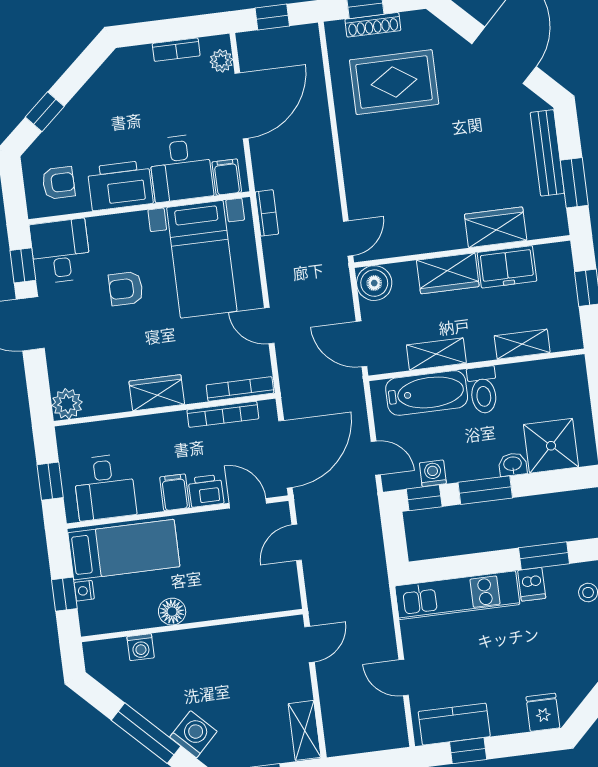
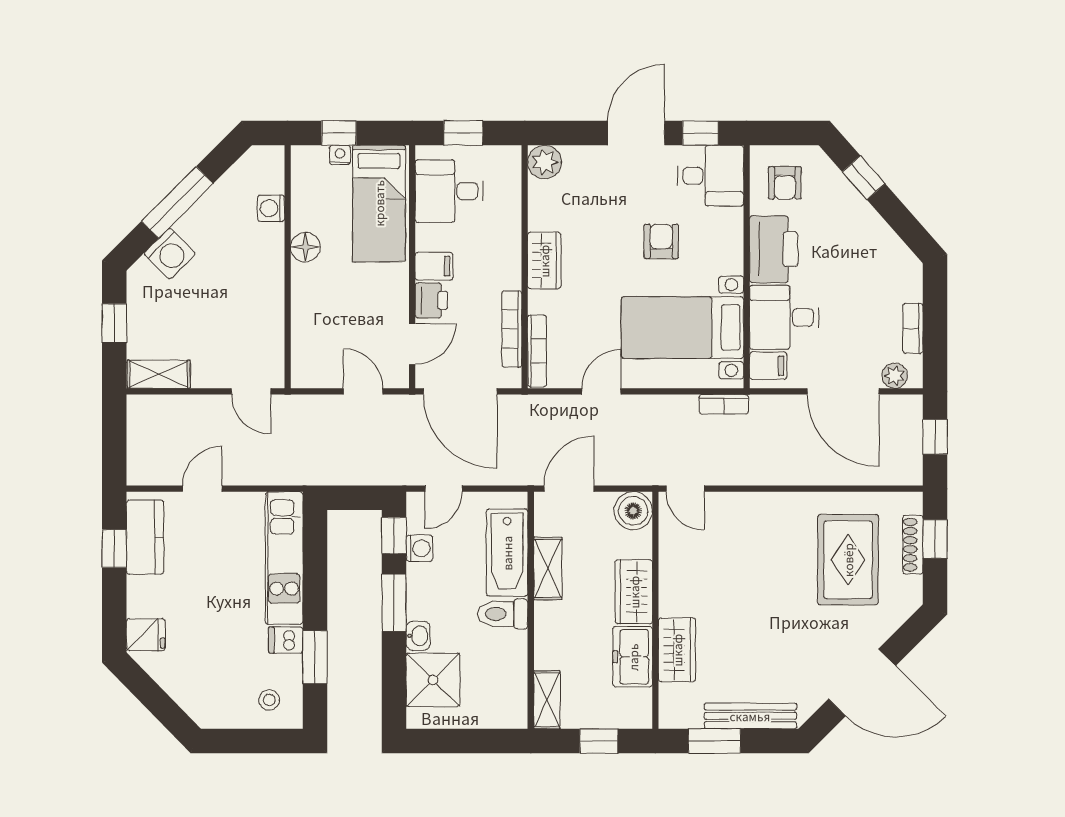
shelving: (522, 344) -> (547, 700), moved

